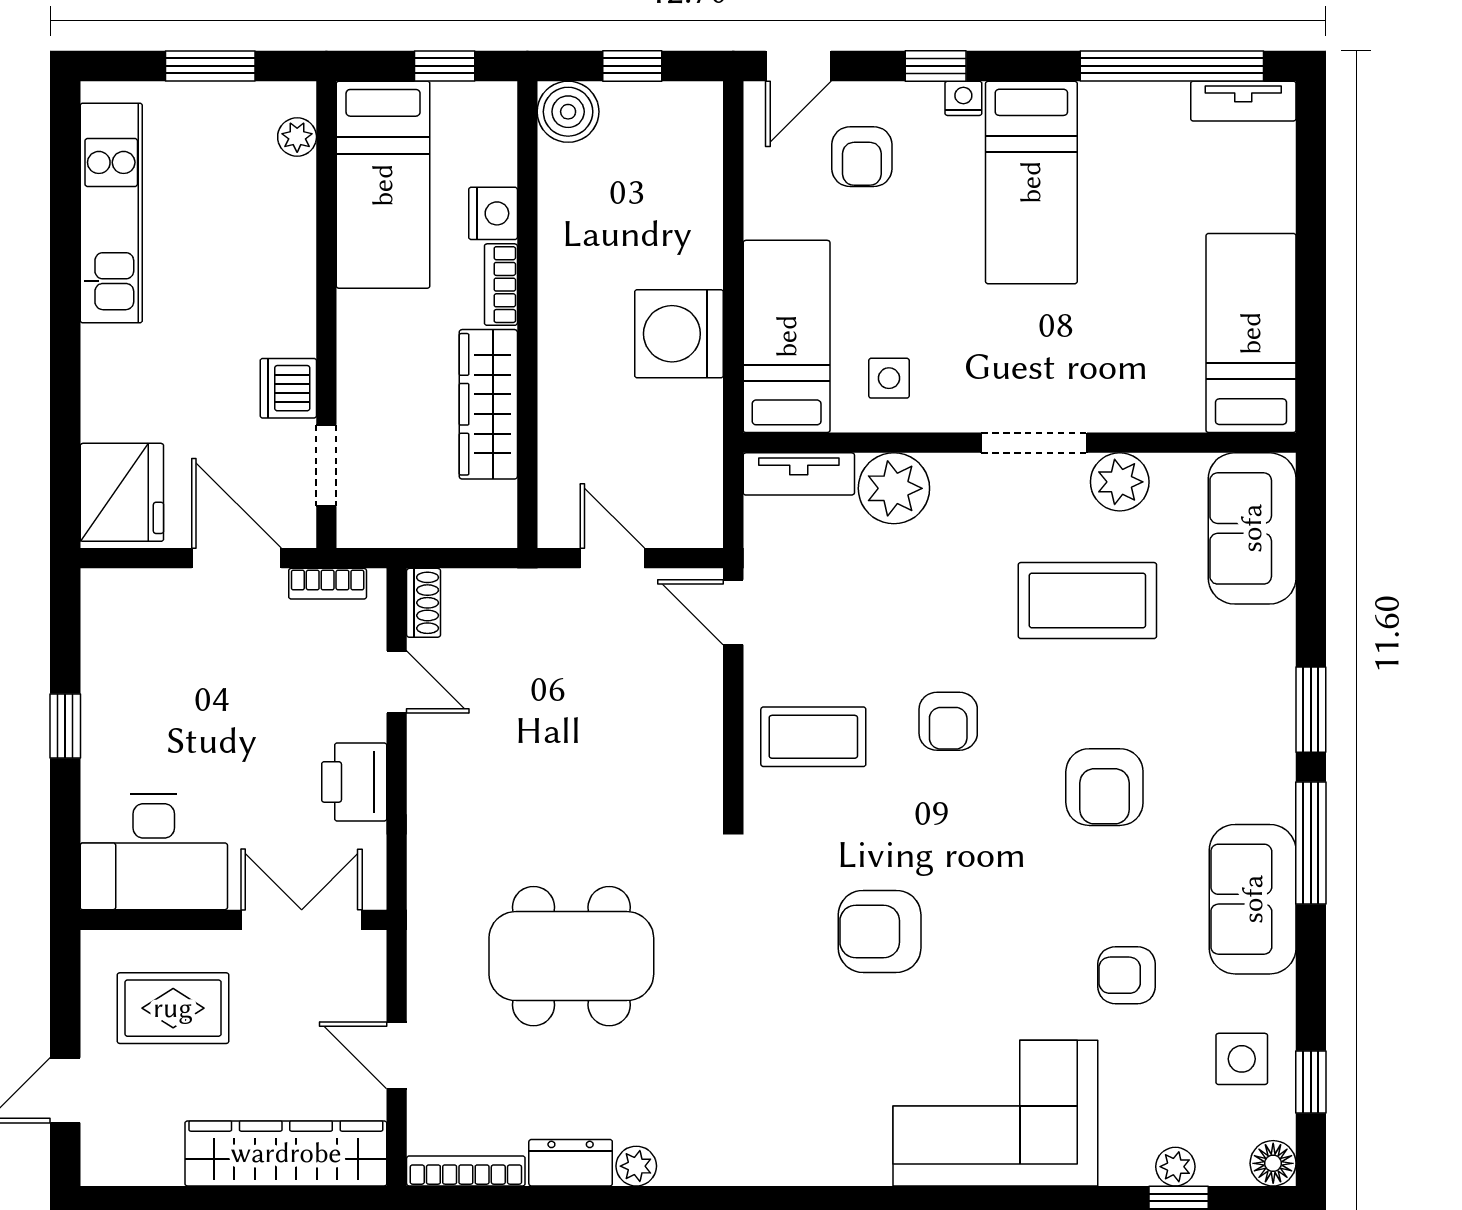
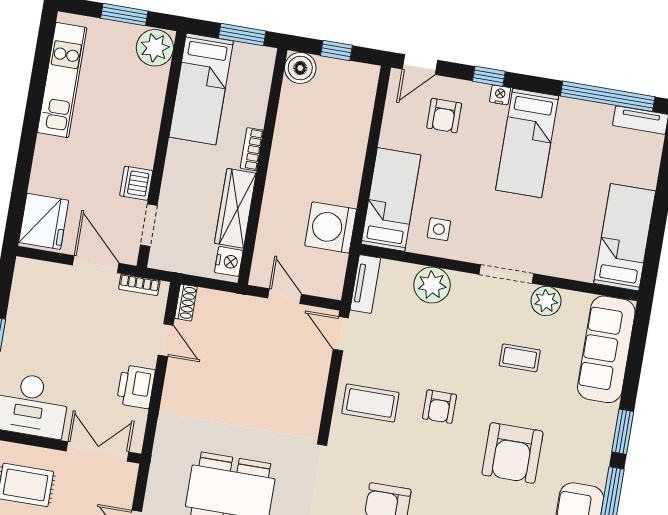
window: (445, 66) -> (242, 35), width x1.50
plant: (297, 137) -> (155, 48), width x1.88, depth x1.88
nightstand: (493, 213) -> (229, 261), moved
washing machine: (679, 334) -> (331, 227), moved
tv unit: (799, 474) -> (365, 284), moved, turned -90
sofa: (1252, 528) -> (606, 349), width x1.36
coffee table: (1087, 601) -> (520, 358), width x0.54, depth x0.58
armchair: (1104, 787) -> (512, 453), width x1.36, depth x1.36

